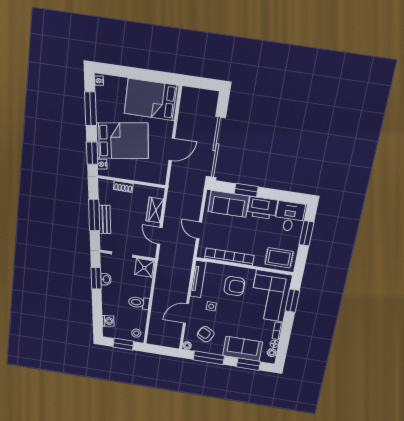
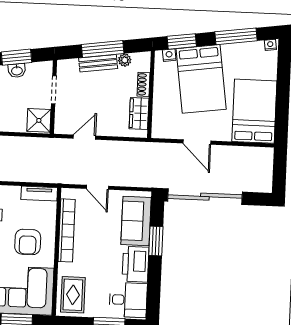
plant: (104, 199) -> (125, 60), added
wardrobe: (155, 210) -> (139, 113), moved, turned -90
door: (199, 230) -> (97, 187), swing flipped
tv unit: (198, 279) -> (39, 194), width x0.71

